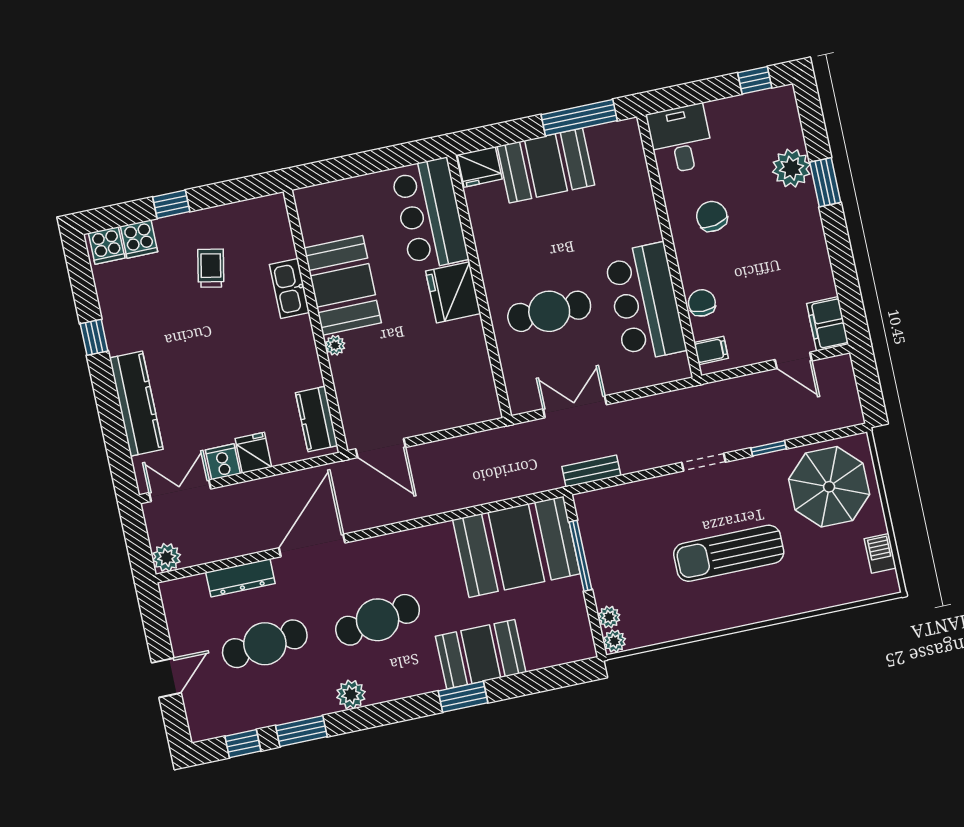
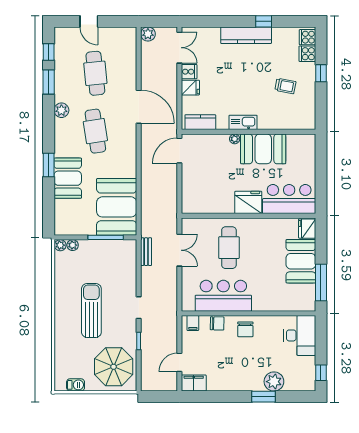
desk: (680, 139) -> (300, 335), width x1.37
chair: (712, 216) -> (245, 329), moved, turned 101
kitchen sink: (289, 289) -> (243, 122), moved
kitchen counter: (136, 404) -> (246, 35), moved
dresser: (240, 578) -> (130, 68), removed

